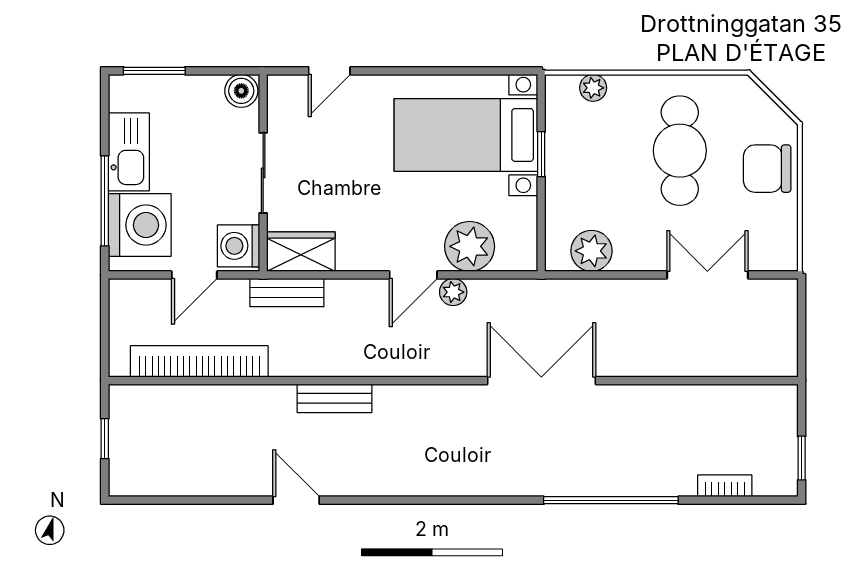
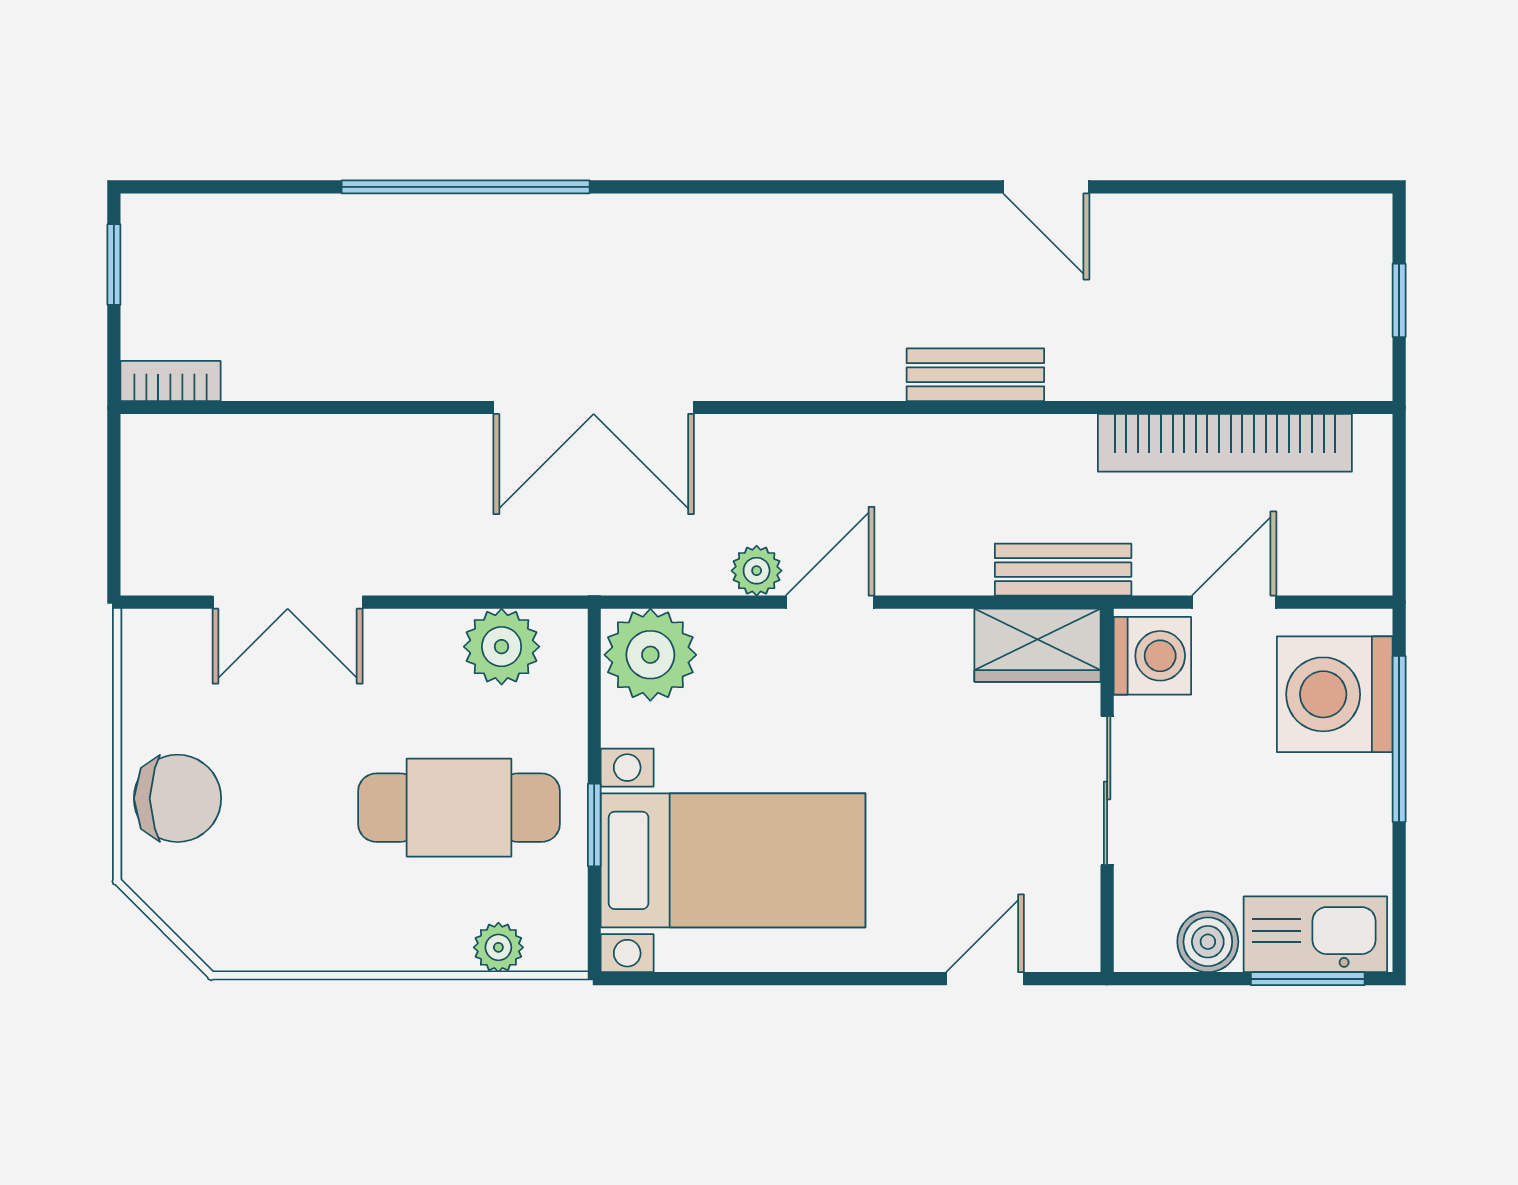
boiler: (241, 91) -> (1208, 942), moved
cafe table: (680, 151) -> (459, 808), moved, turned 90
kitchen sink: (129, 152) -> (1315, 934), moved, turned 90
plant: (470, 246) -> (650, 655), moved
bookcase: (725, 486) -> (170, 381), moved, turned 180

